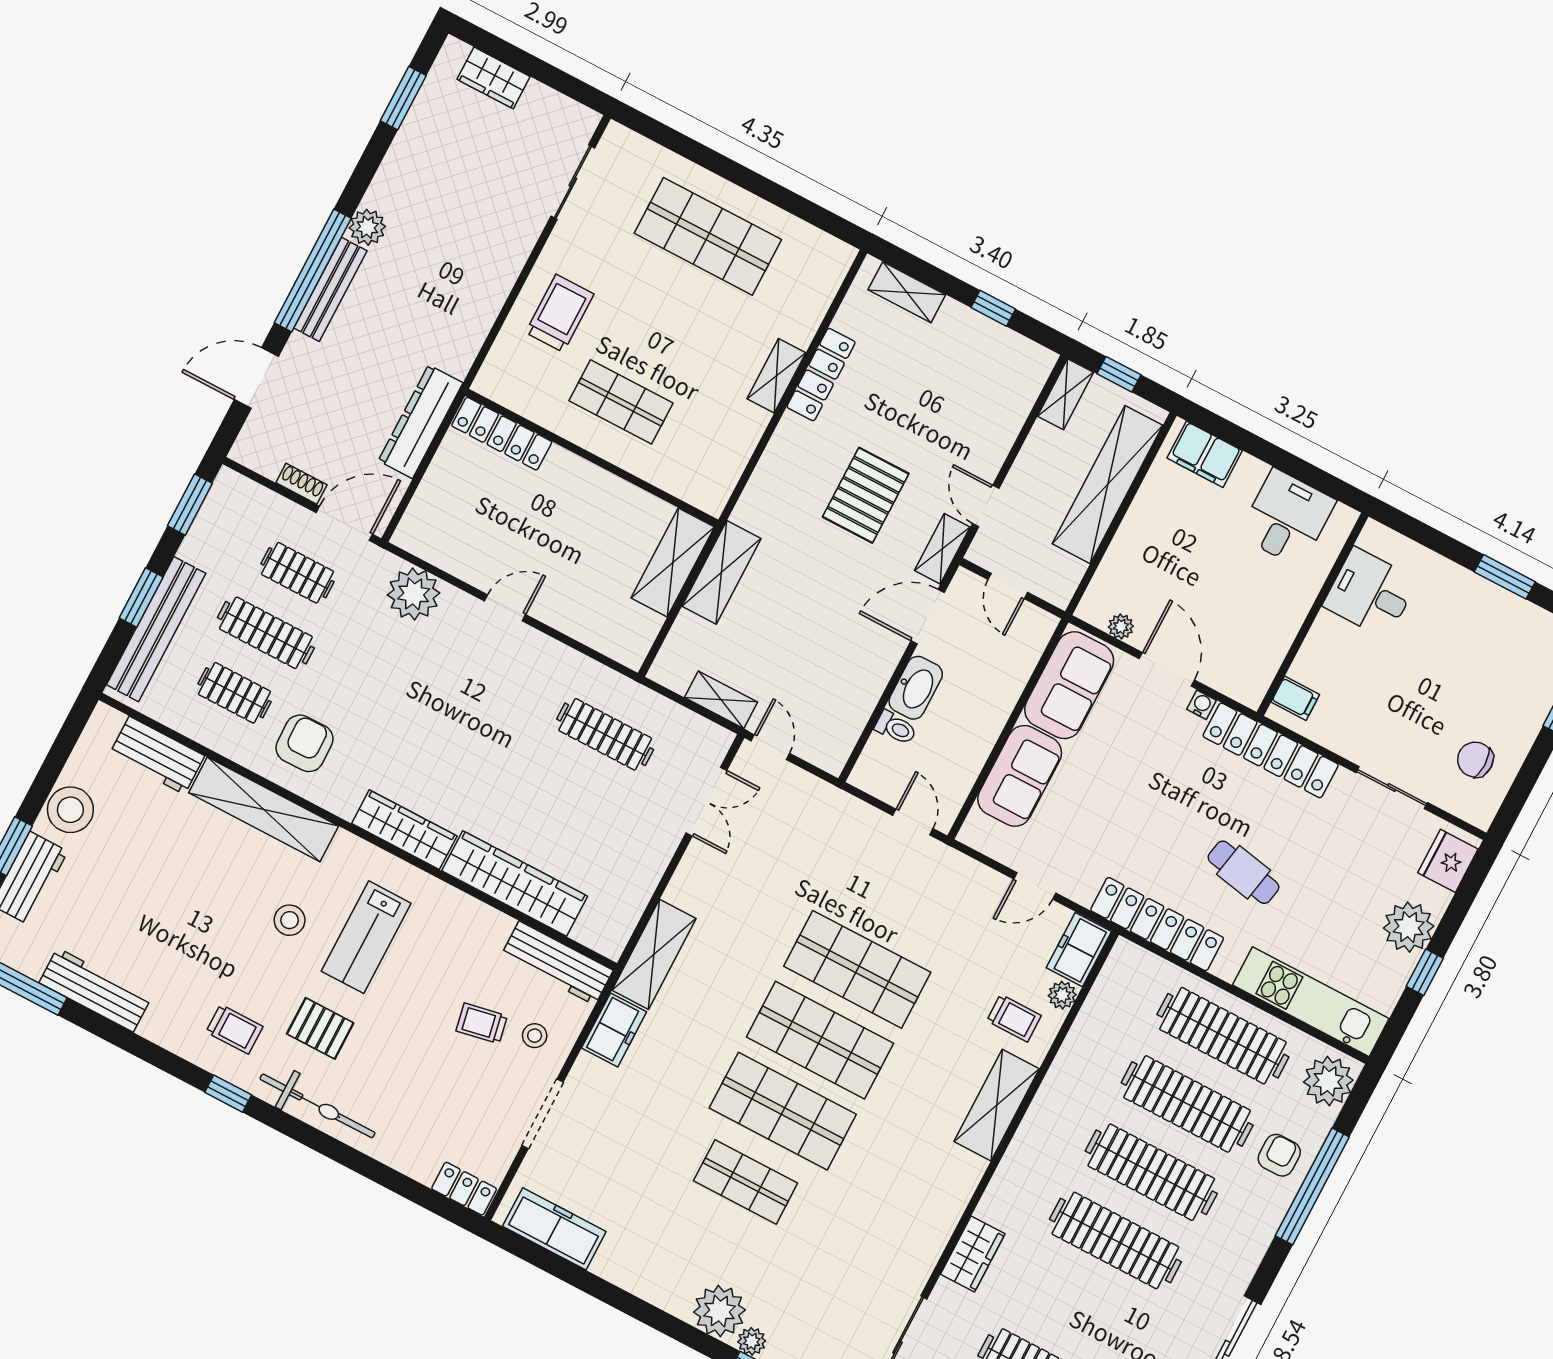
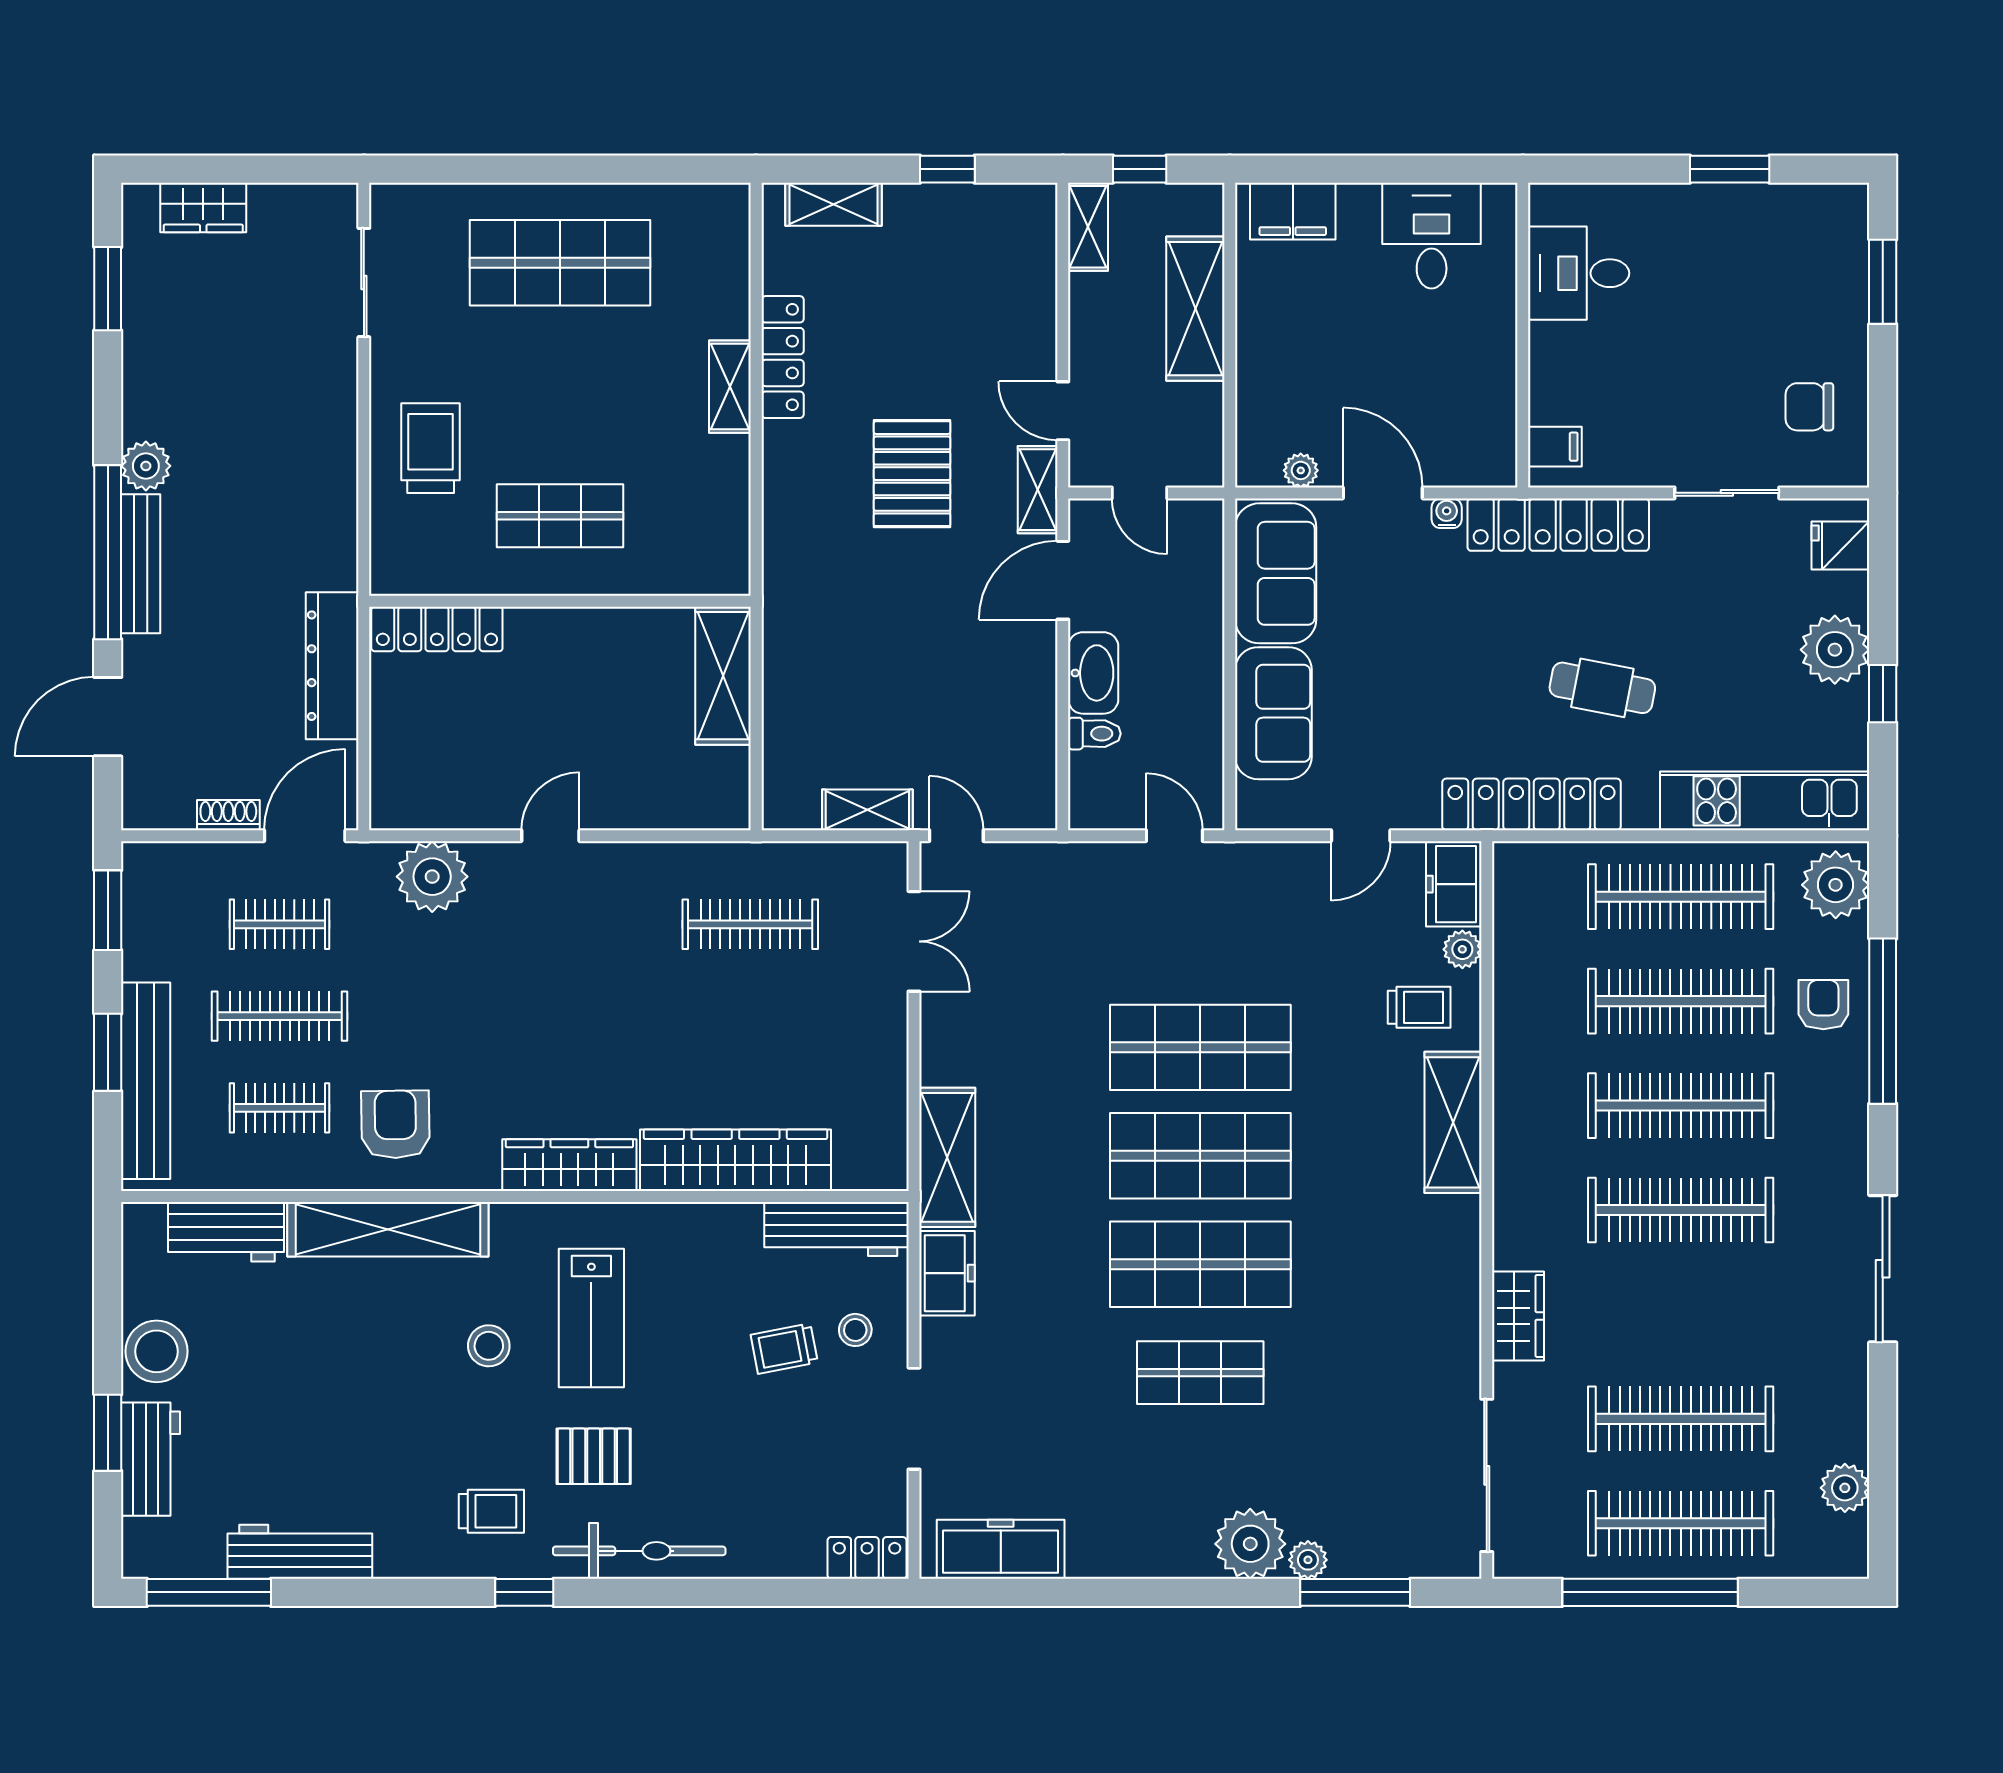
shelving: (1108, 485) -> (1195, 309), width x0.68
shelving: (722, 572) -> (788, 657), removed
fridge: (1448, 861) -> (1840, 546), width x0.72

